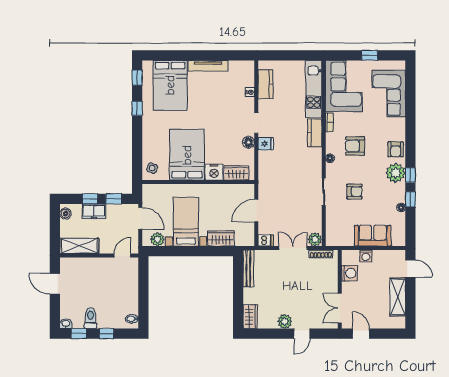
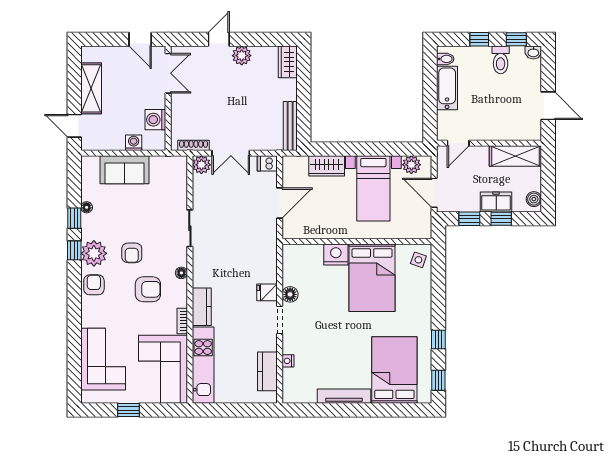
wardrobe: (236, 173) -> (306, 253), removed
armchair: (354, 191) -> (132, 253), moved, turned -90
bathtub: (131, 297) -> (447, 88), added

